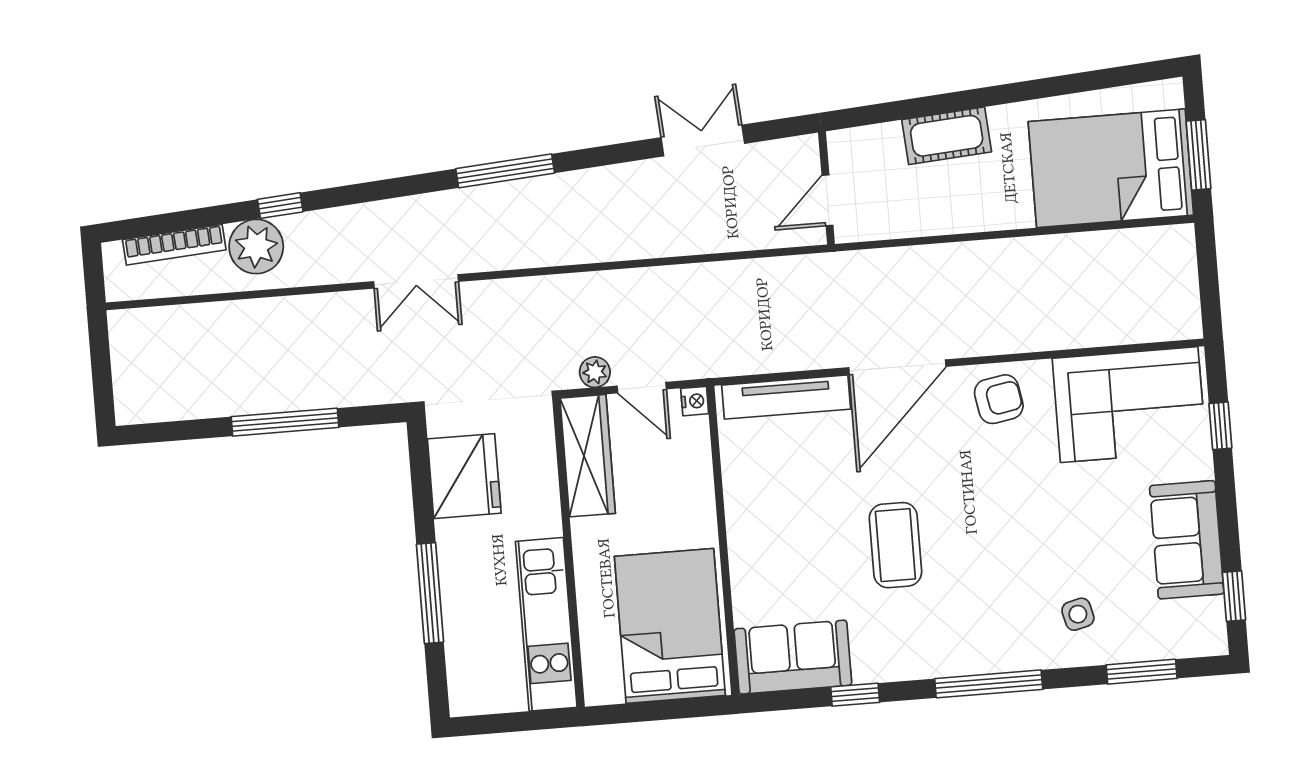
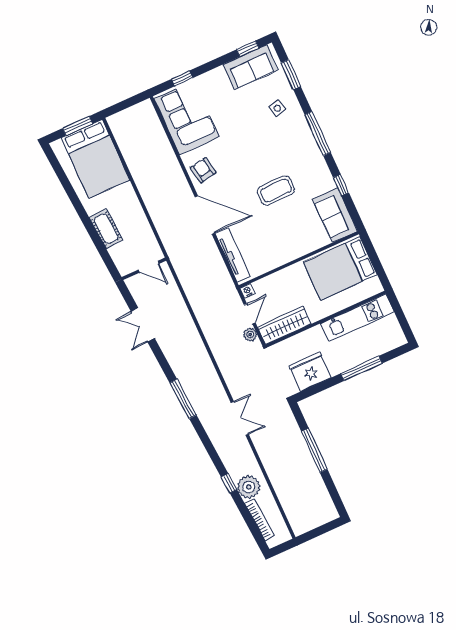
sofa: (1187, 540) -> (251, 67), moved

